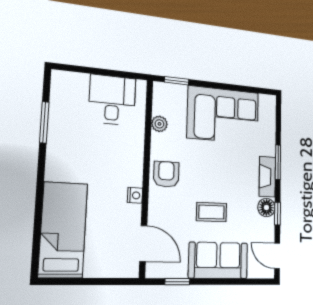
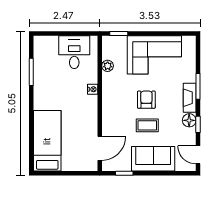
armchair: (166, 174) -> (146, 100), moved
nightstand: (135, 195) -> (93, 89), moved
door: (143, 244) -> (100, 148), hinge flipped

